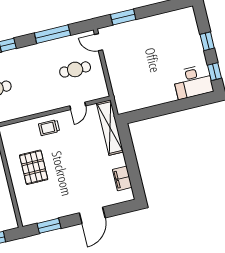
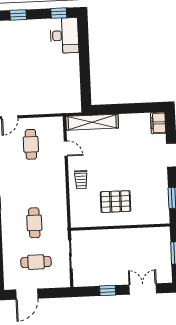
window: (207, 41) -> (18, 15), moved
filing cabinet: (122, 178) -> (158, 123), moved, turned 90

